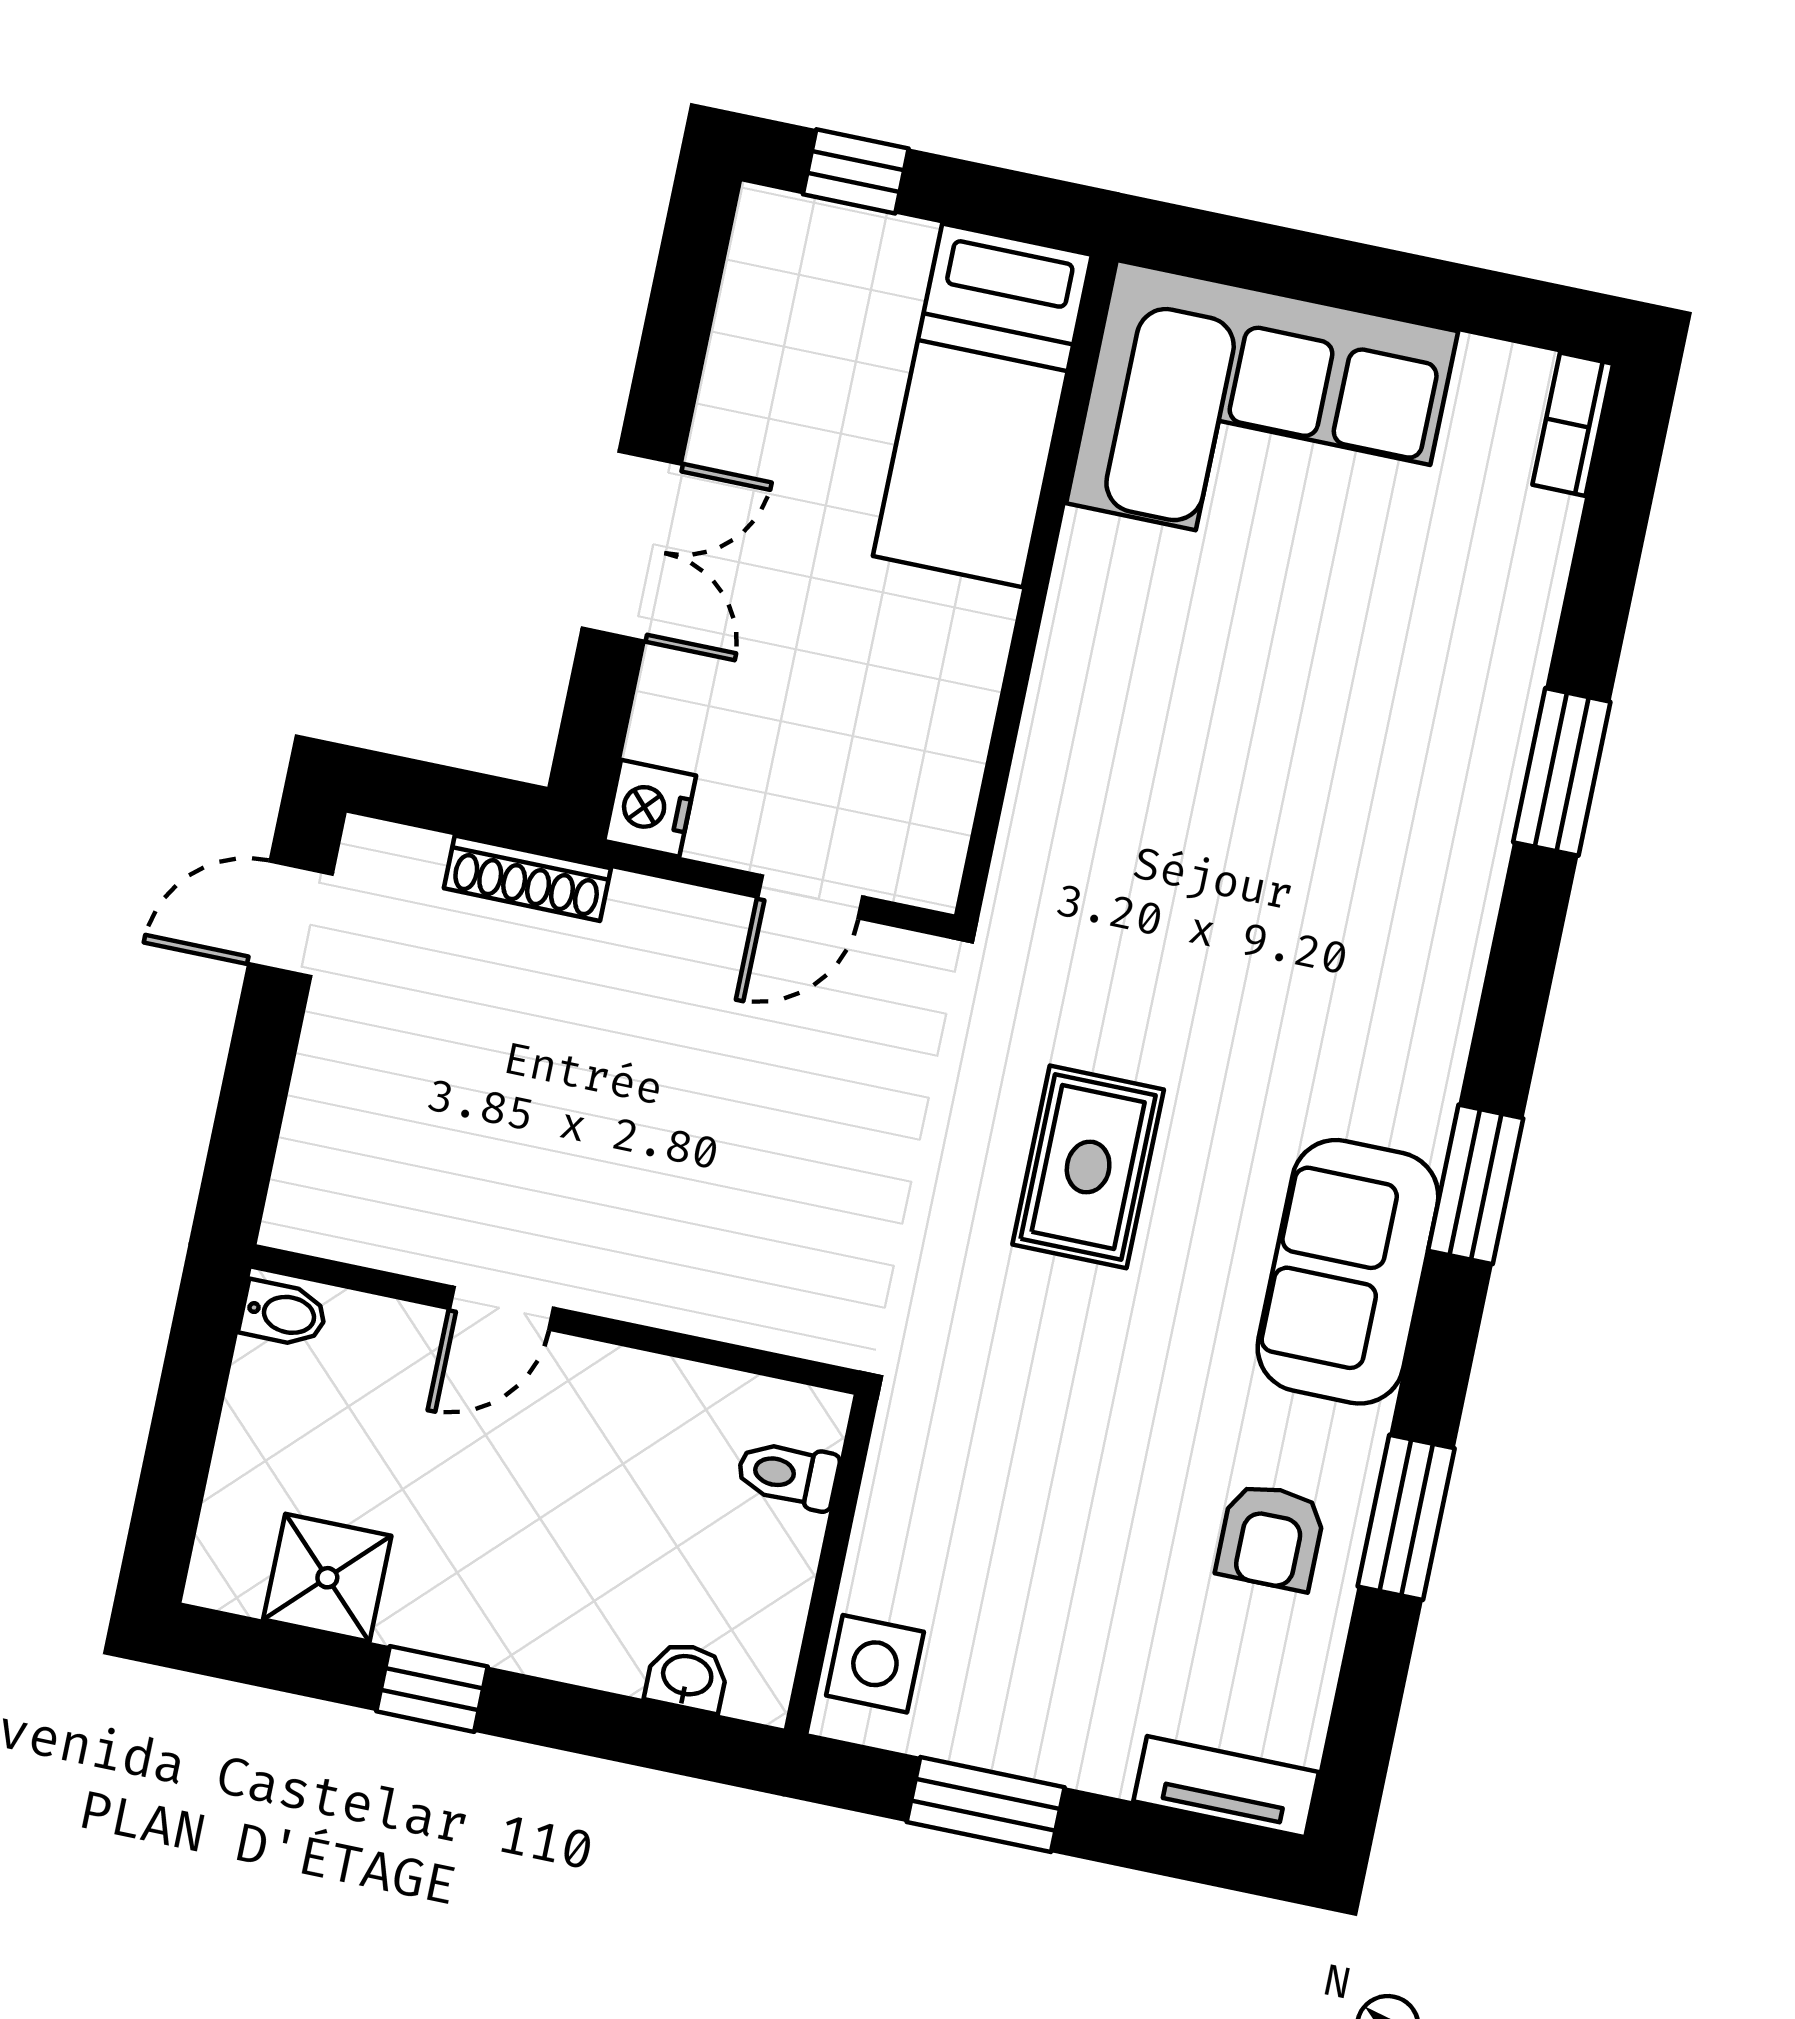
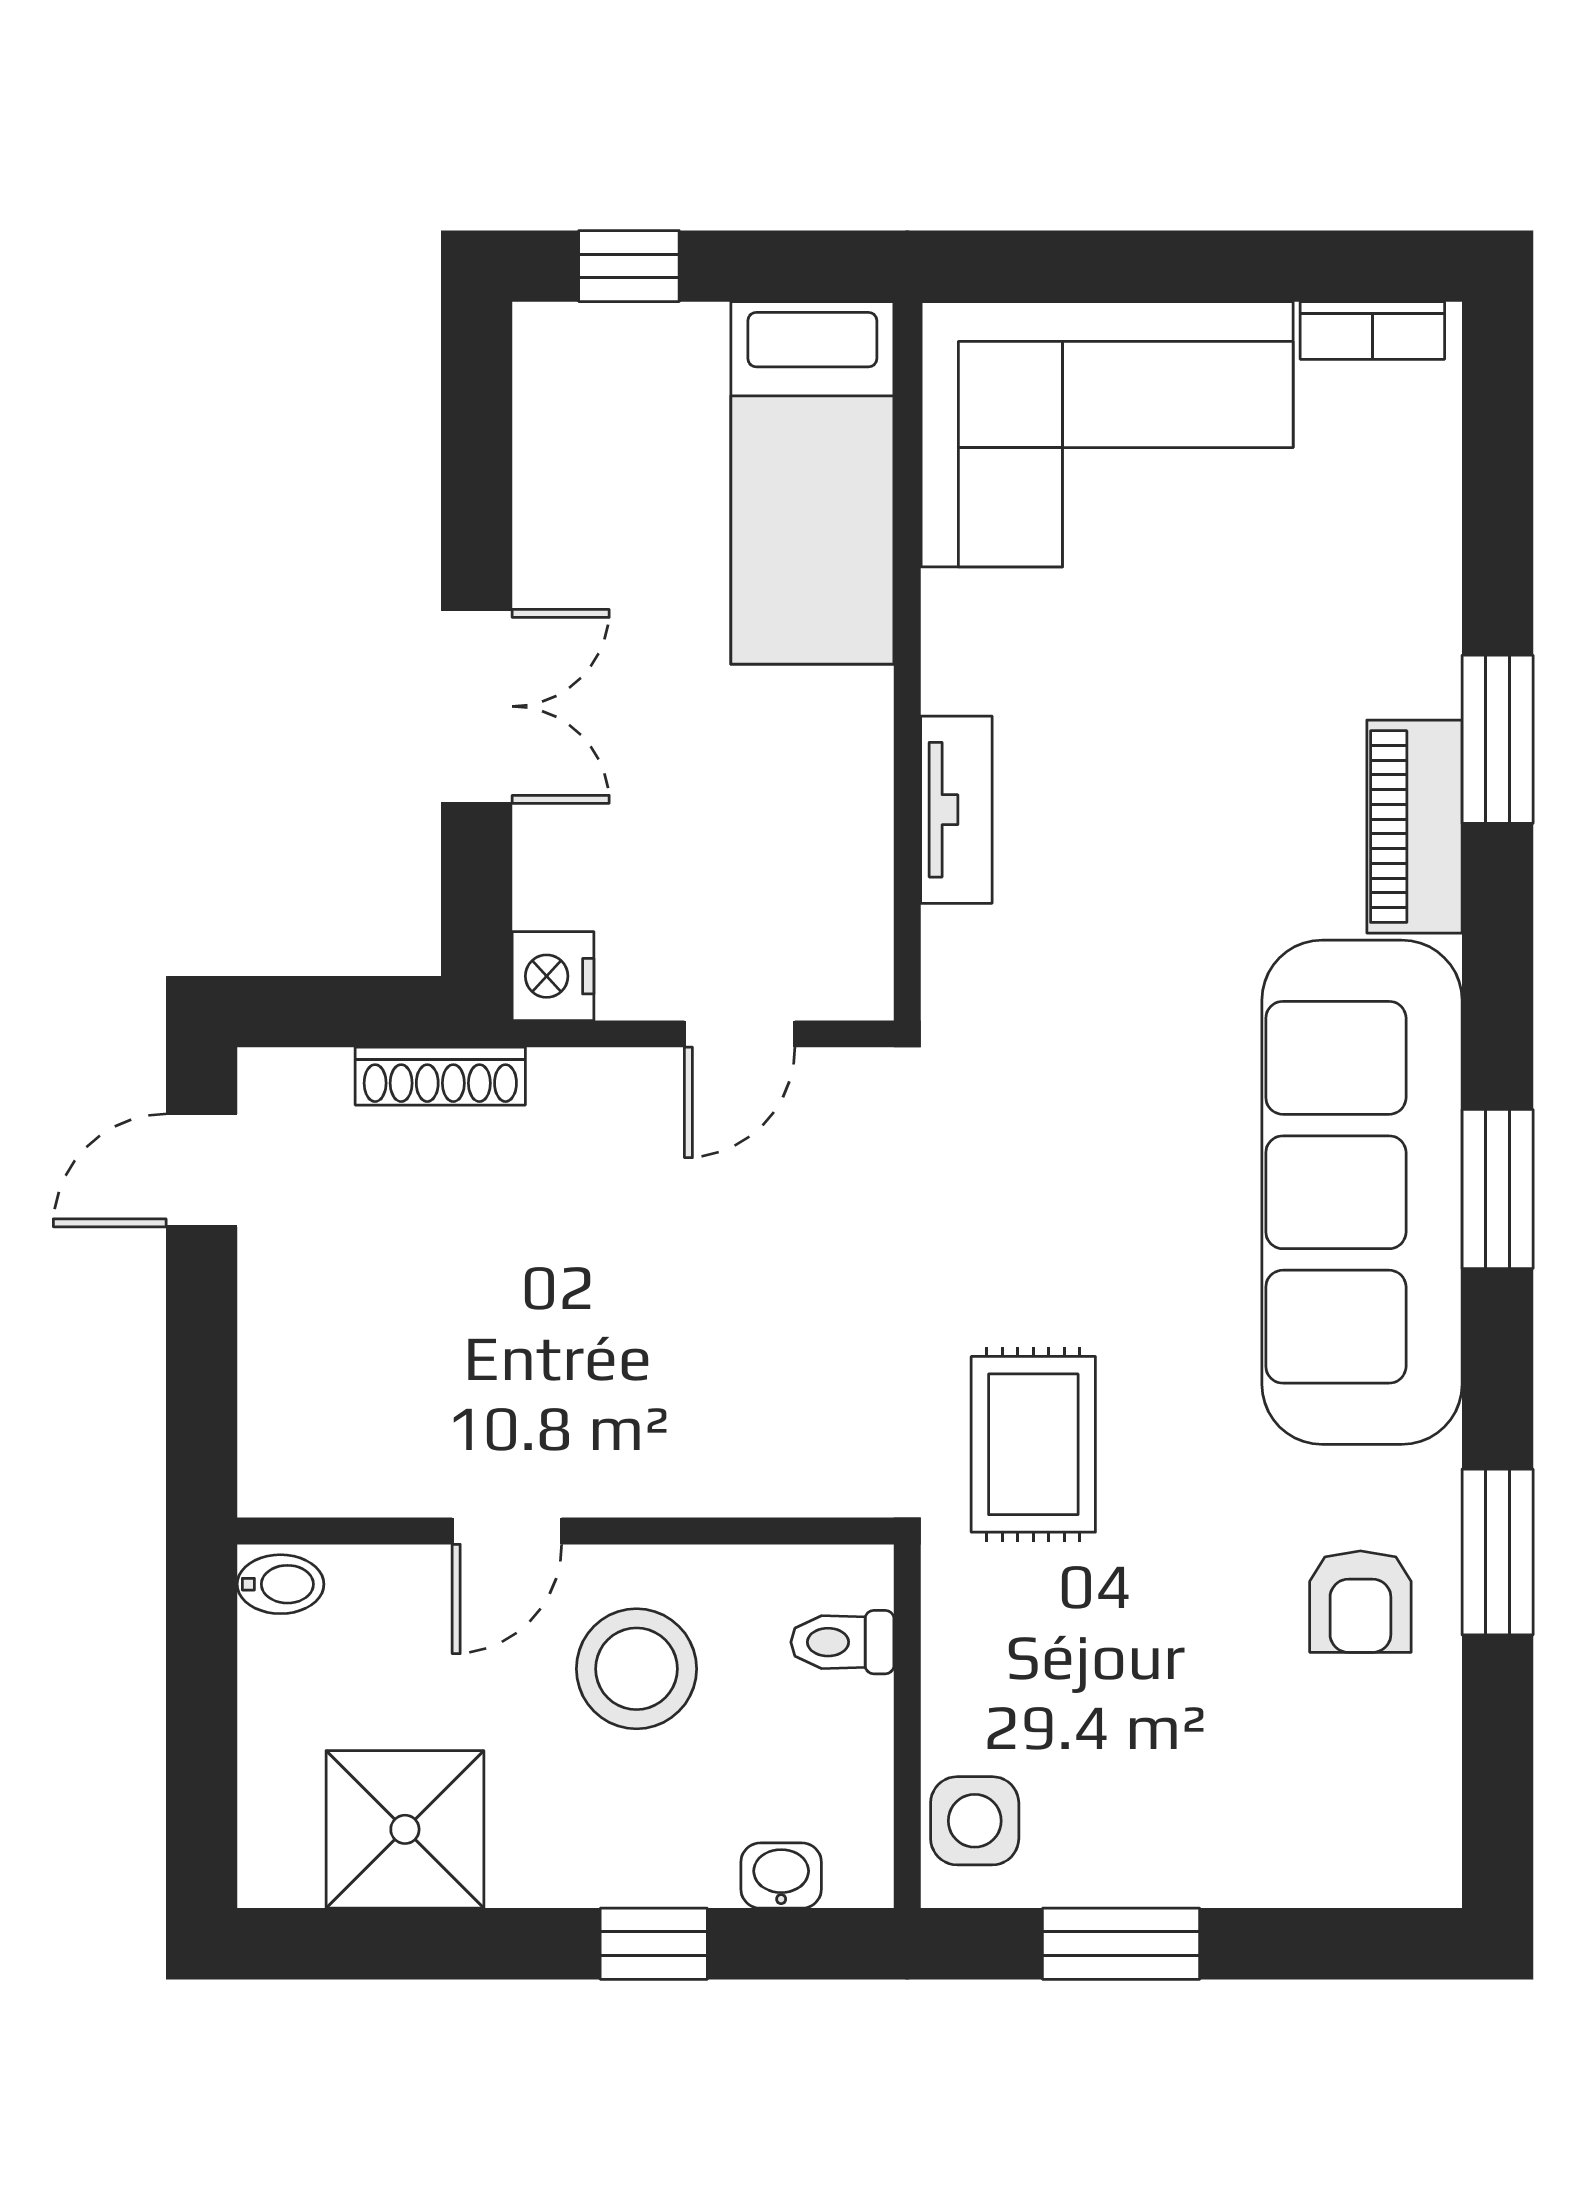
bookcase: (1573, 424) -> (1372, 330), moved, turned -90
piano: (1469, 836) -> (1414, 827), added
rug: (1088, 1167) -> (1033, 1444), moved
sofa: (1348, 1272) -> (1362, 1192), width x1.85, depth x1.27
stool: (594, 1459) -> (636, 1669), added
shower: (327, 1578) -> (405, 1829), width x1.36, depth x1.36
window: (432, 1689) -> (654, 1944), moved
tv unit: (1226, 1787) -> (956, 810), moved, turned 90

